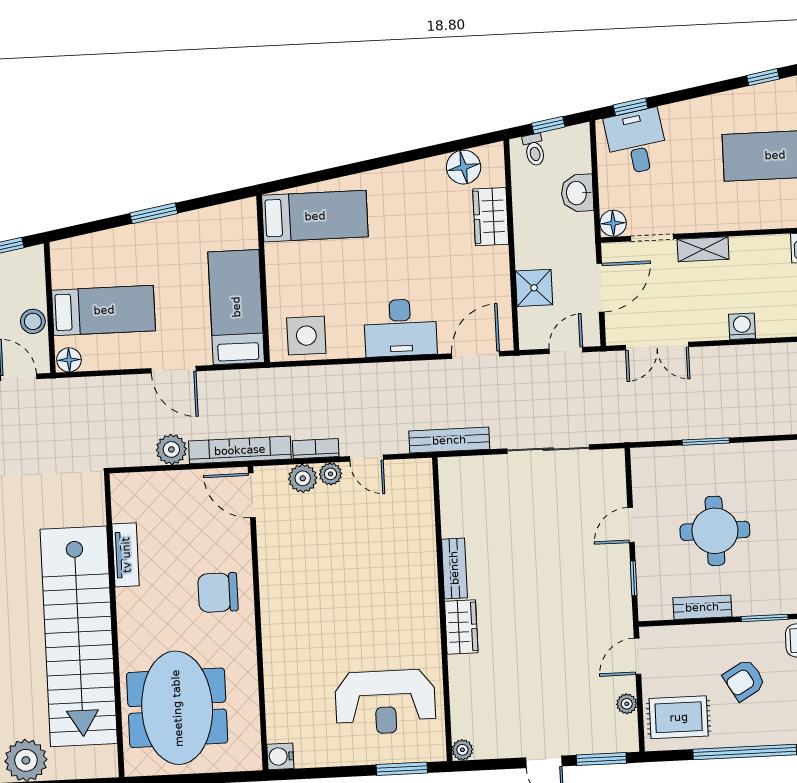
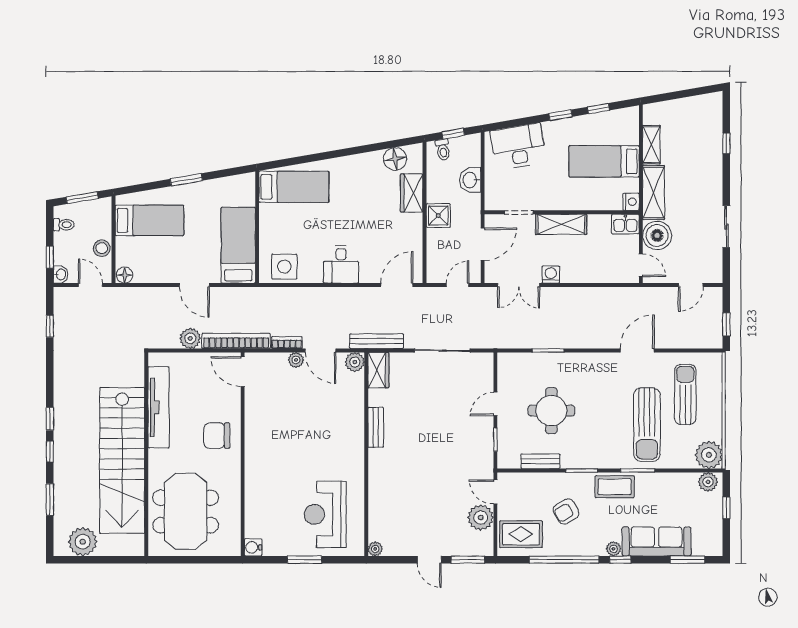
window: (631, 107) -> (561, 115), moved
desk: (636, 142) -> (518, 146), width x1.37
floor lamp: (613, 223) -> (493, 201), removed
shelving: (703, 249) -> (561, 224), width x1.50, depth x1.33
shower: (534, 288) -> (438, 216), moved
bed: (104, 310) -> (149, 220), moved
washing machine: (742, 326) -> (551, 275), moved
desk: (400, 328) -> (341, 264), width x0.73
door: (366, 458) -> (320, 351), width x1.38
plant: (303, 478) -> (355, 362), moved
tv unit: (126, 555) -> (158, 407), width x1.92, depth x1.29
wardrobe: (461, 627) -> (378, 370), moved
door: (637, 656) -> (495, 492), hinge flipped
reception desk: (385, 702) -> (325, 514), turned 90
plant: (627, 704) -> (481, 517), width x1.88, depth x1.88
window: (402, 769) -> (304, 560), moved

